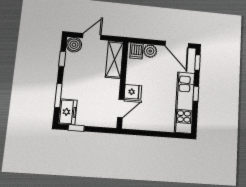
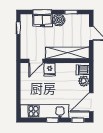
boiler: (74, 45) -> (59, 20), moved
shelving: (114, 60) -> (67, 53), width x1.47
door: (121, 108) -> (36, 61), hinge flipped
freezer: (68, 112) -> (42, 20), moved

